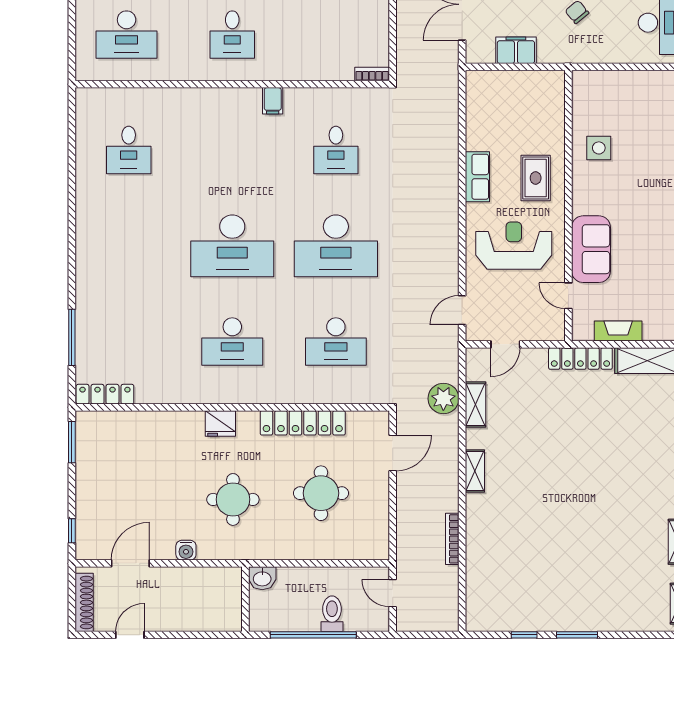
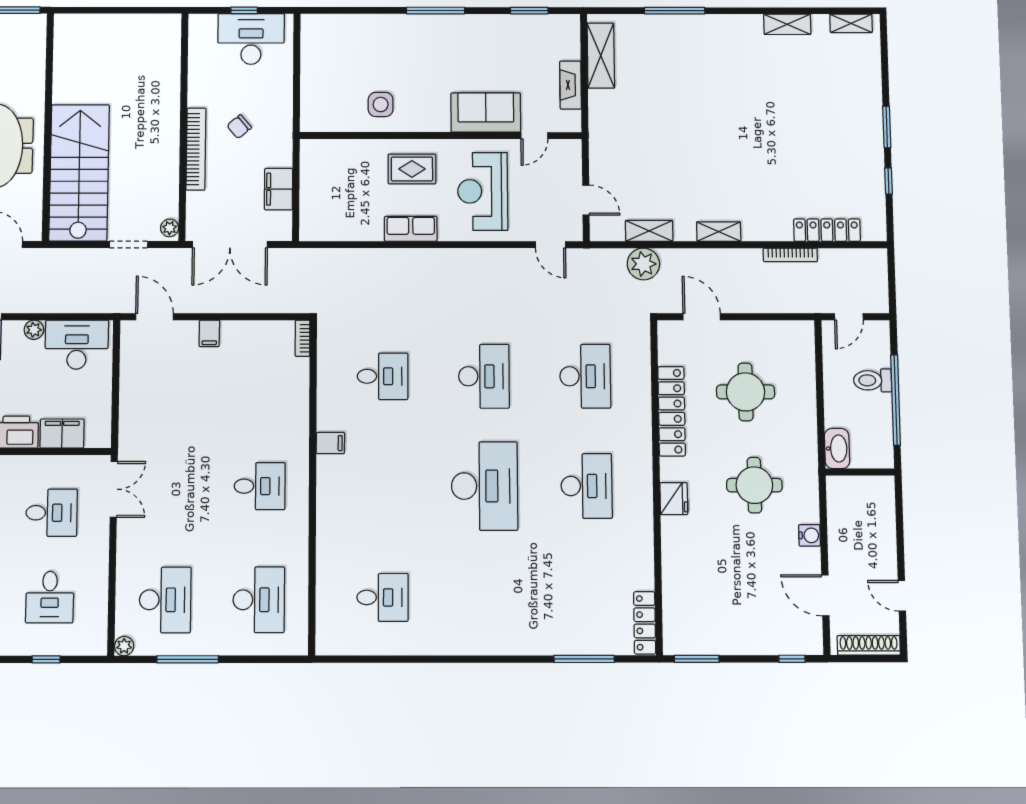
desk: (336, 246) -> (484, 376), width x0.73, depth x0.77
locker: (580, 359) -> (827, 230), moved, turned -90
washbasin: (262, 578) -> (837, 448), width x1.38

